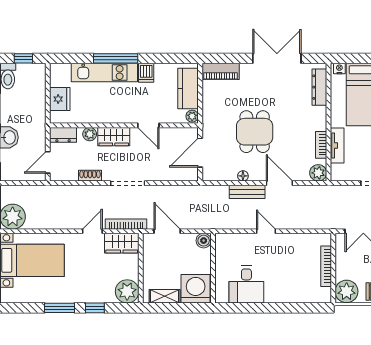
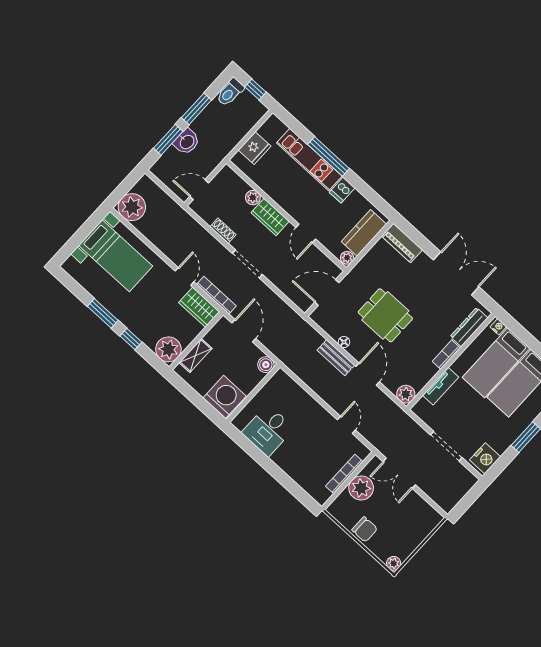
dining table: (255, 132) -> (385, 315), turned 90
dresser: (63, 135) -> (231, 179), removed
bookcase: (321, 145) -> (446, 355), moved
door: (92, 231) -> (184, 276), hinge flipped
door: (266, 231) -> (346, 425), moved
plant: (347, 291) -> (361, 488), moved
shelving: (165, 296) -> (196, 355), moved, turned 90

